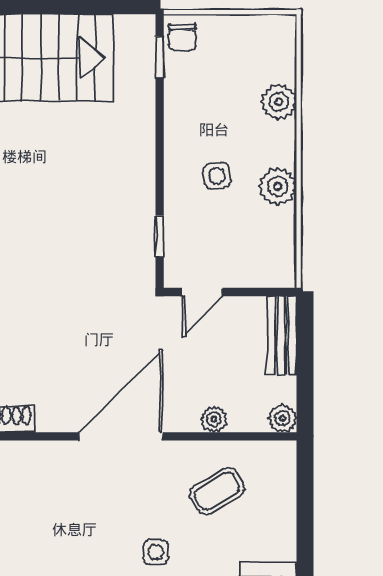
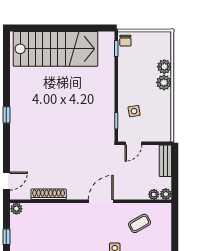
side table: (217, 176) -> (134, 111), moved
plant: (278, 186) -> (164, 82), moved
plant: (214, 419) -> (154, 194), moved
door: (121, 436) -> (101, 201), width x0.73

